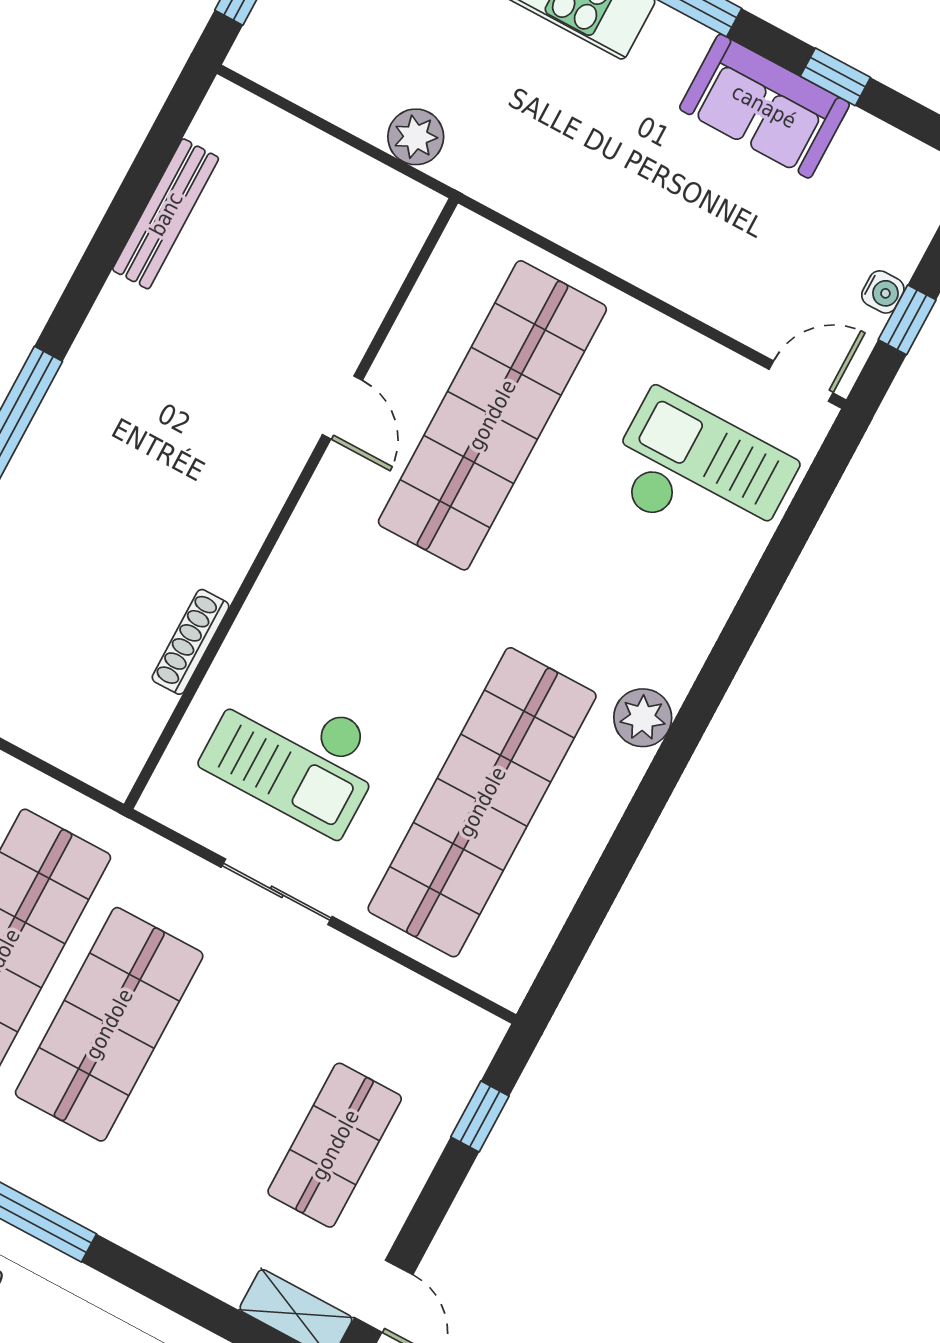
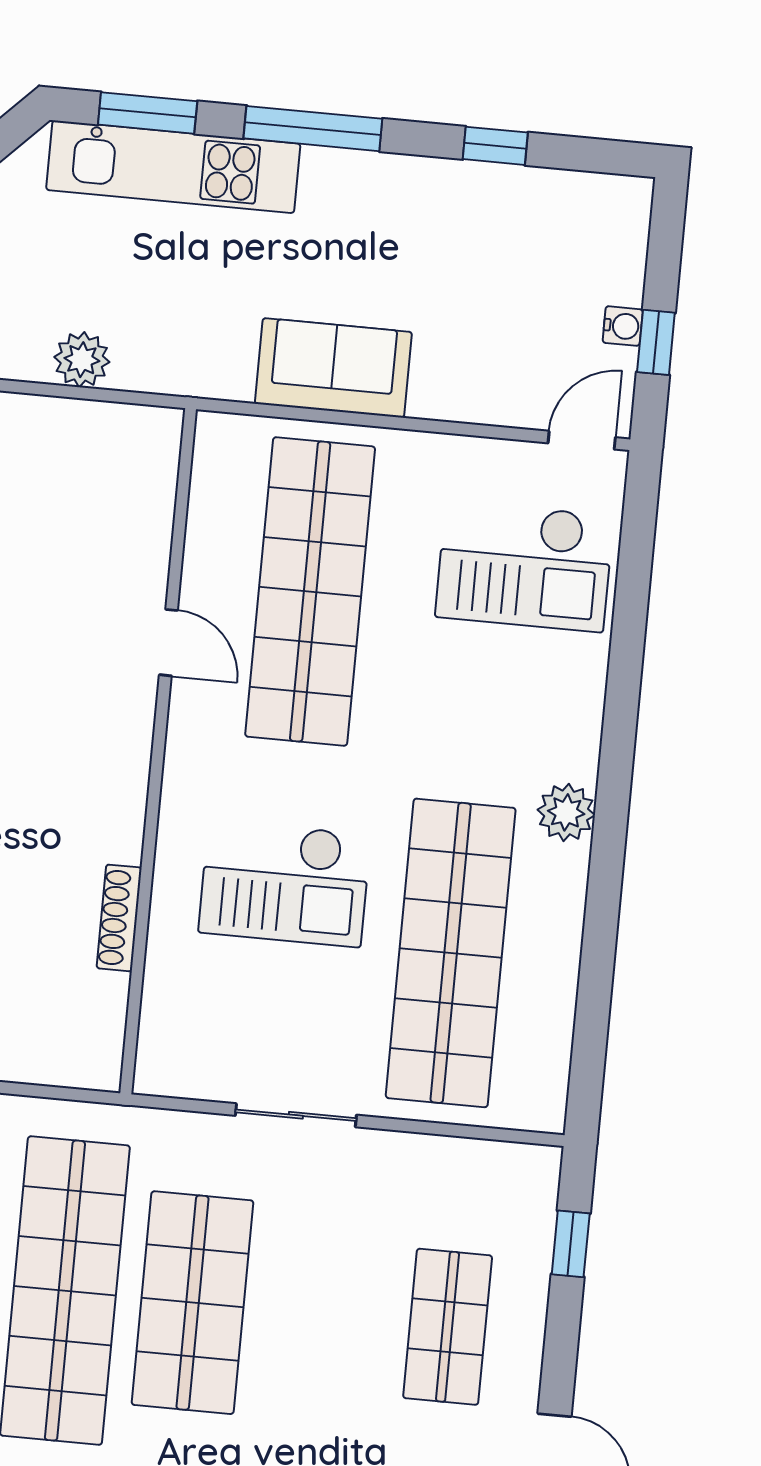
sofa: (764, 106) -> (333, 368), moved, turned 180
plant: (416, 137) -> (82, 360), moved
checkout: (700, 475) -> (524, 566), turned 180
checkout: (295, 754) -> (285, 883), moved

